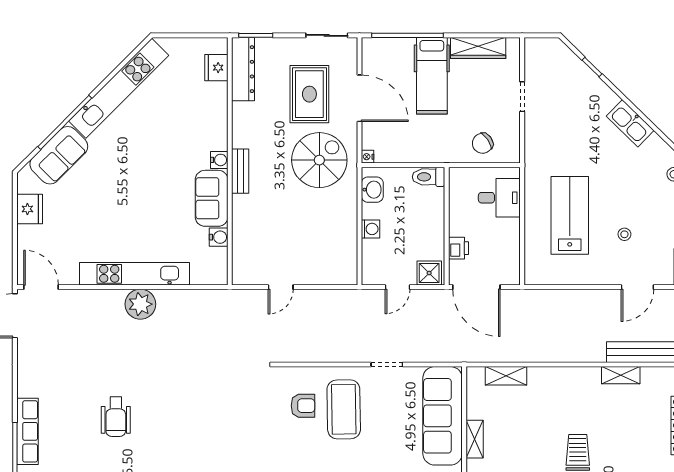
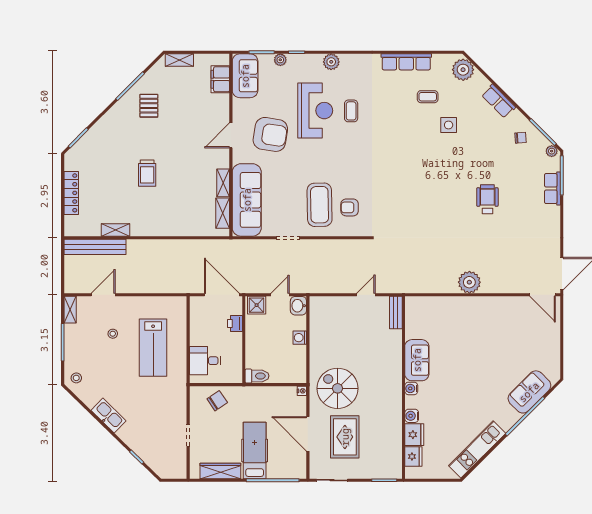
dresser: (243, 69) -> (394, 455), removed
kitchen unit: (119, 88) -> (477, 449), width x0.73
spiral stairs: (319, 160) -> (338, 388), turned 90
bench: (240, 171) -> (396, 313), moved
washbasin: (372, 190) -> (298, 306), moved
fridge: (30, 209) -> (414, 435), moved, turned 180
water cooler: (219, 237) -> (412, 416), moved
kitchen unit: (134, 274) -> (474, 305), removed
shelving: (506, 376) -> (223, 213), moved, turned 90
row of seats: (28, 431) -> (552, 189), width x0.68

